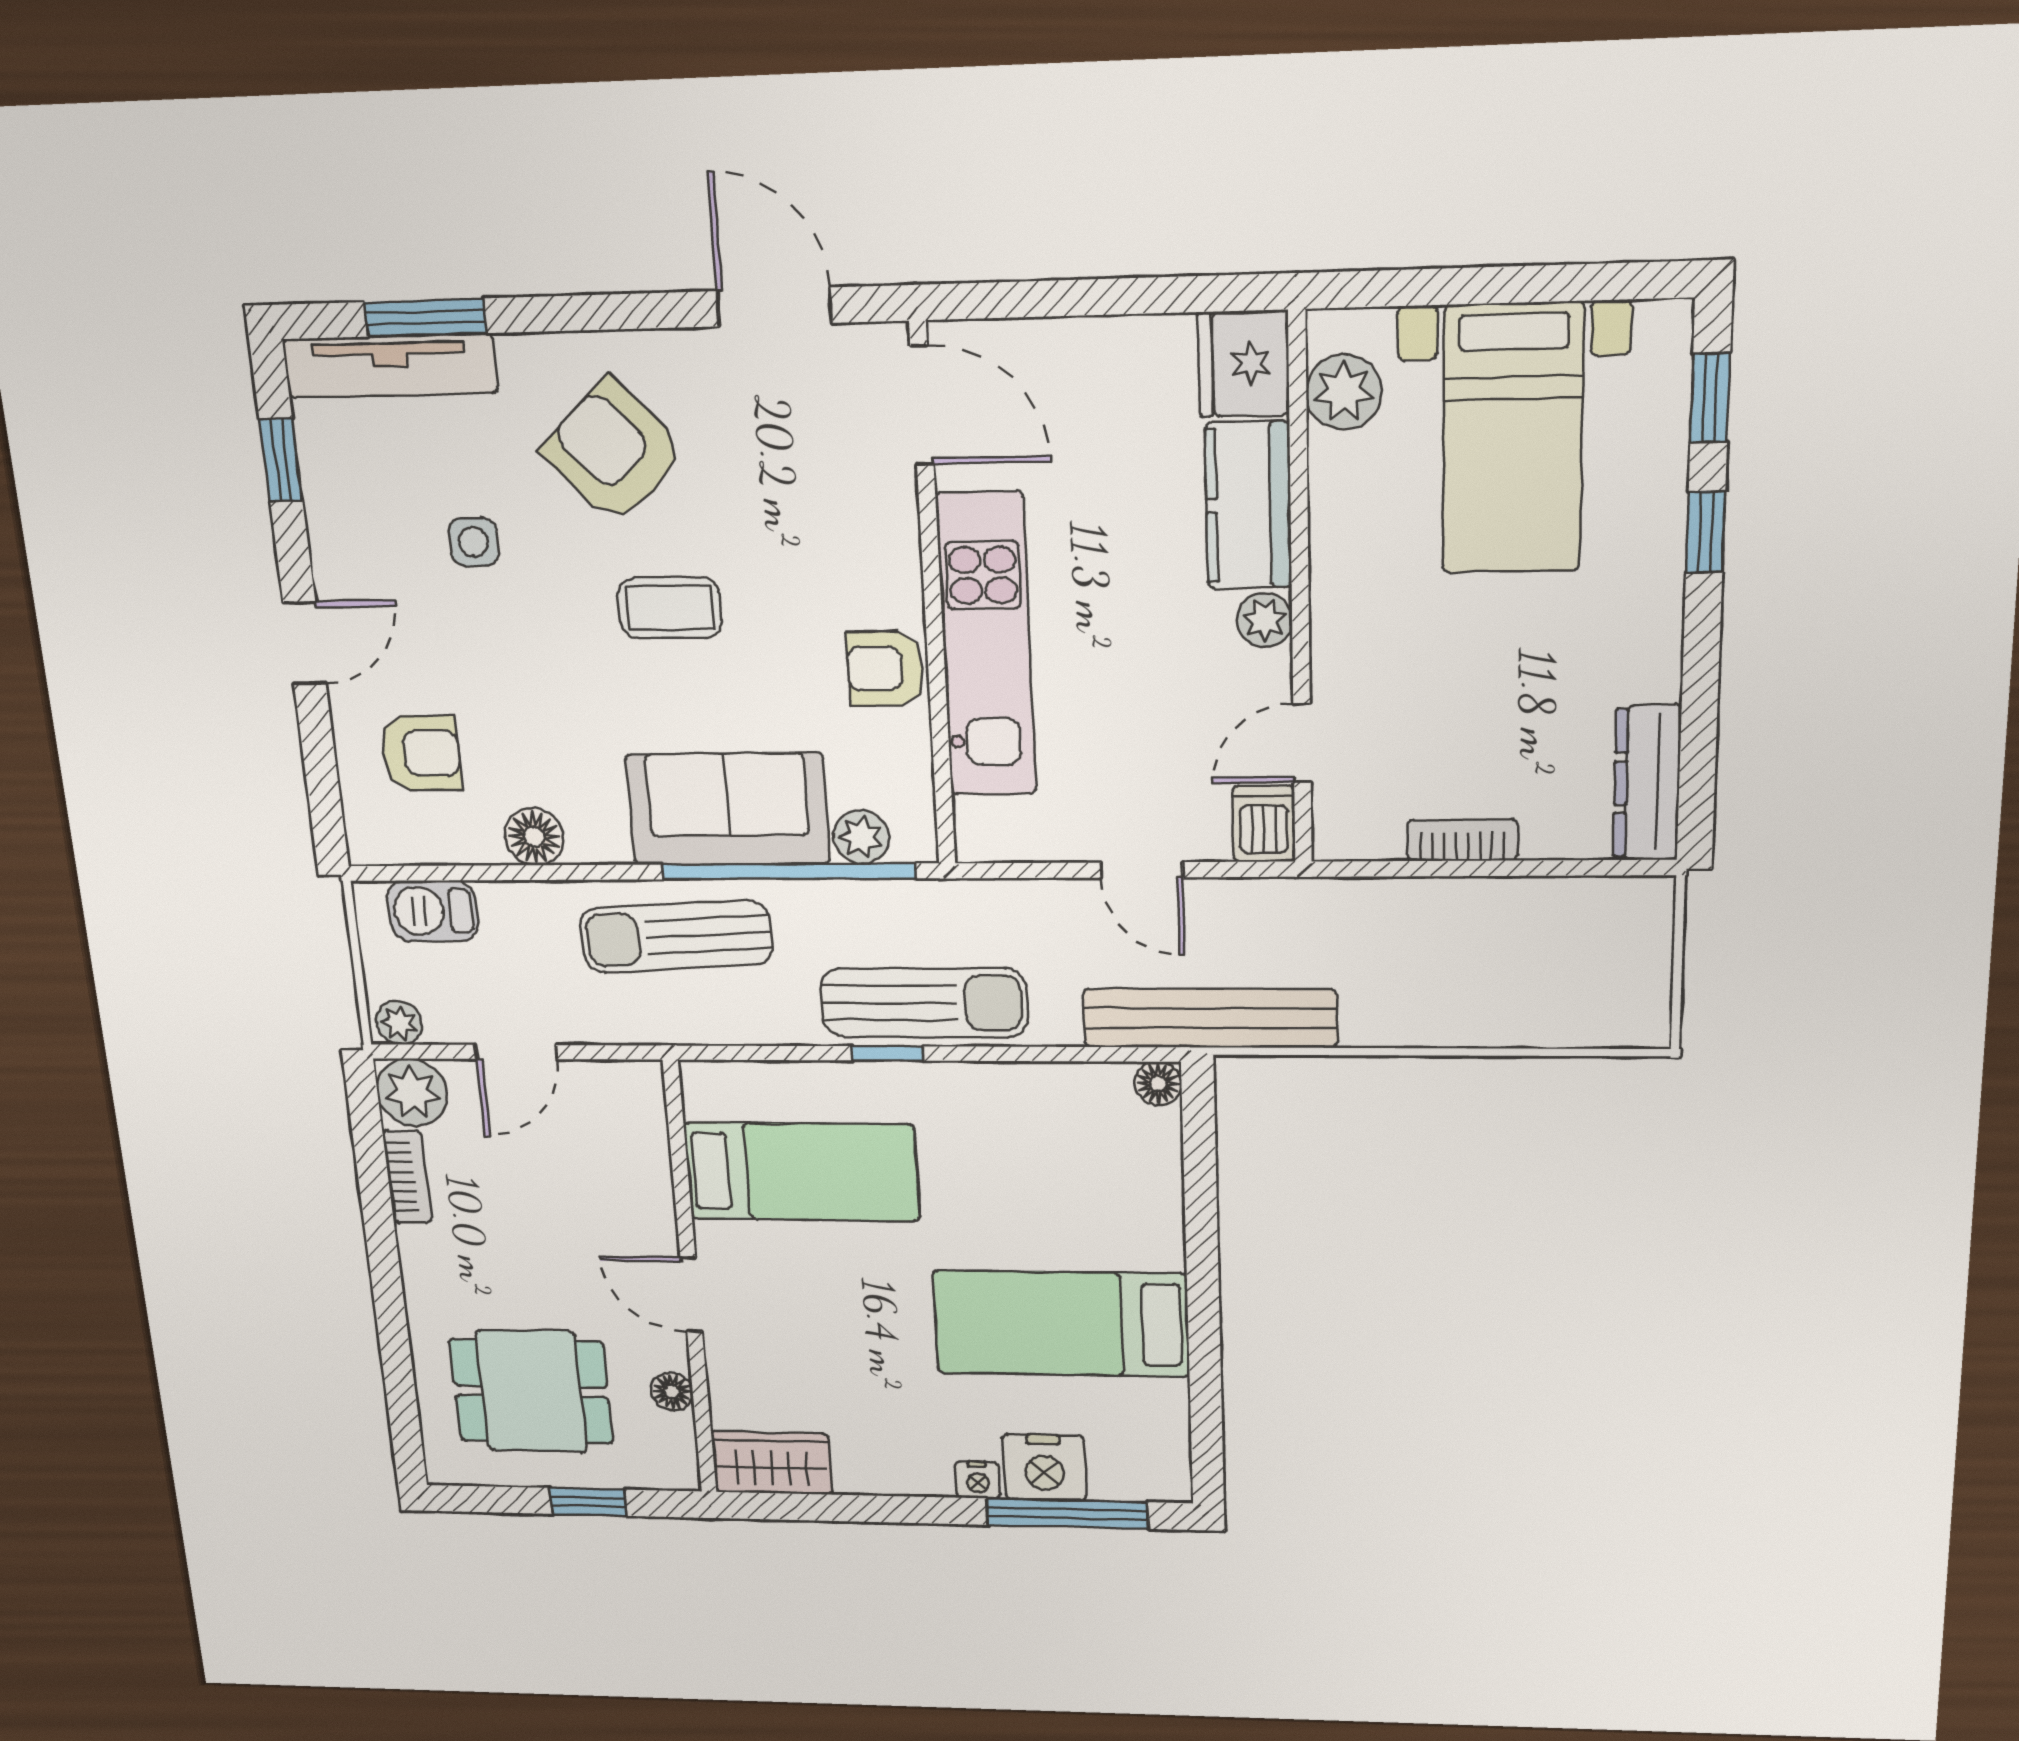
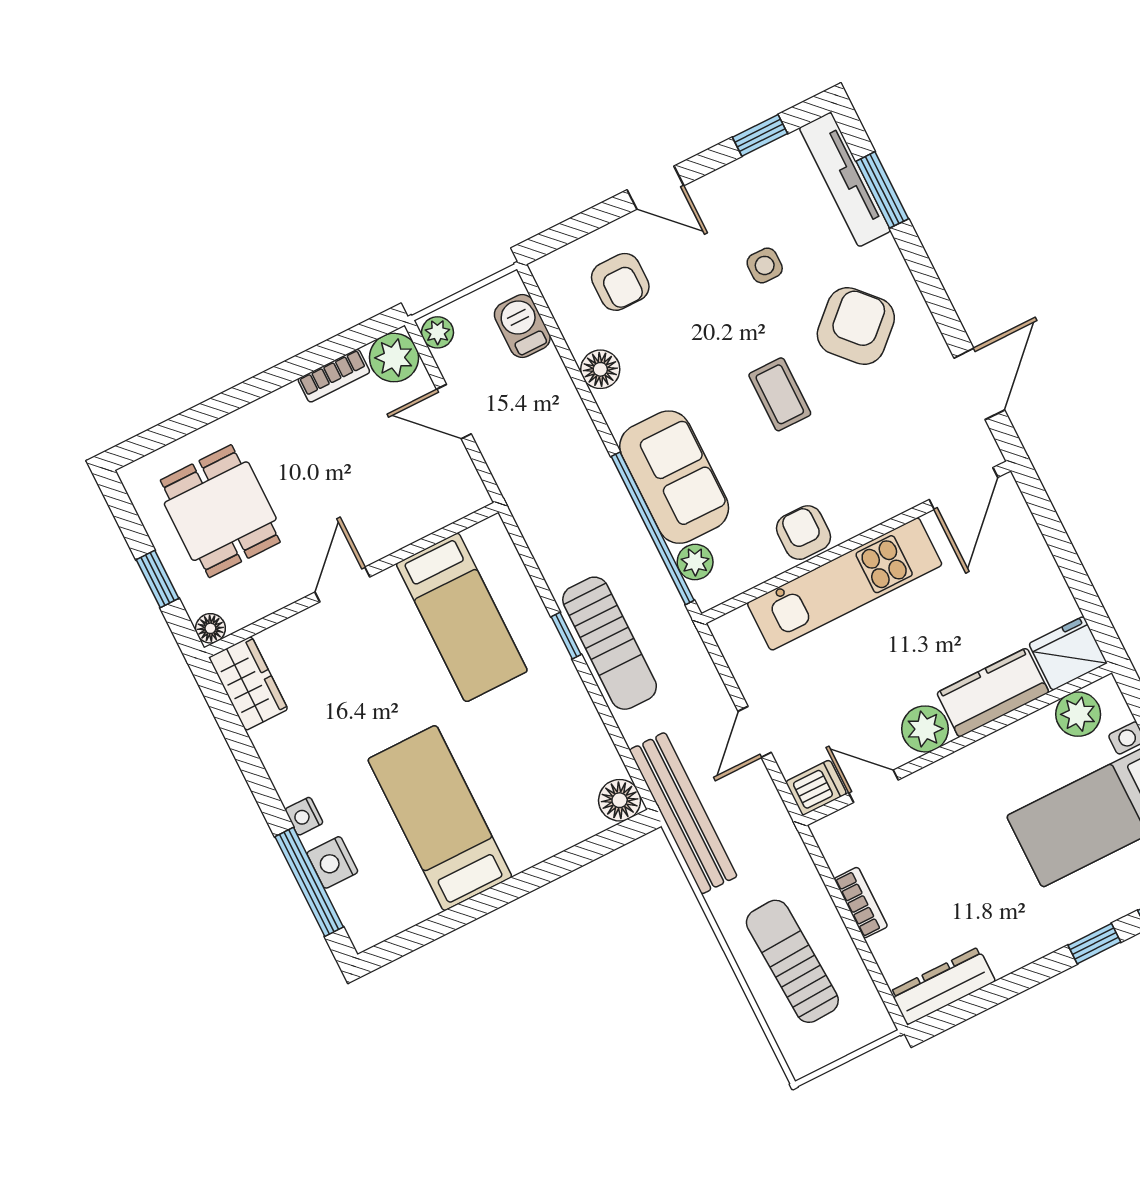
plant: (1264, 620) -> (925, 729), width x1.38, depth x1.38
sun lounger: (676, 936) -> (792, 961), moved
floor lamp: (1158, 1084) -> (620, 800), width x1.37, depth x1.37
floor lamp: (672, 1392) -> (210, 628), moved
nightstand: (1044, 1467) -> (332, 862), width x0.74, depth x0.75

